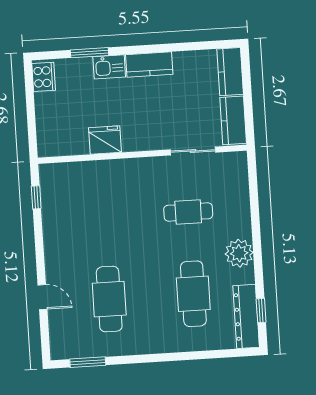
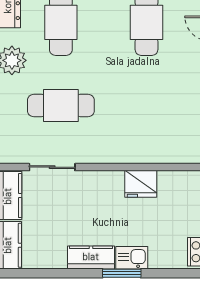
window: (90, 53) -> (122, 273), moved
cafe table: (188, 212) -> (61, 106), width x1.37, depth x1.35

